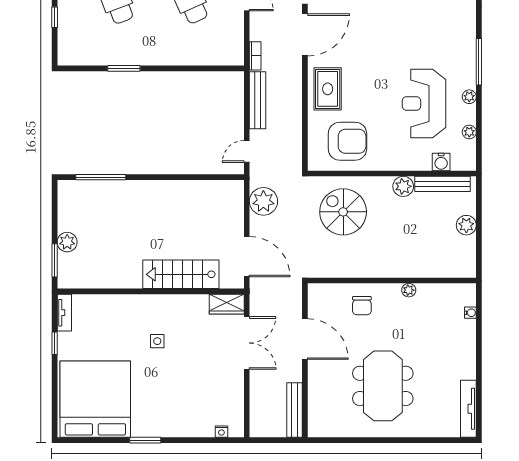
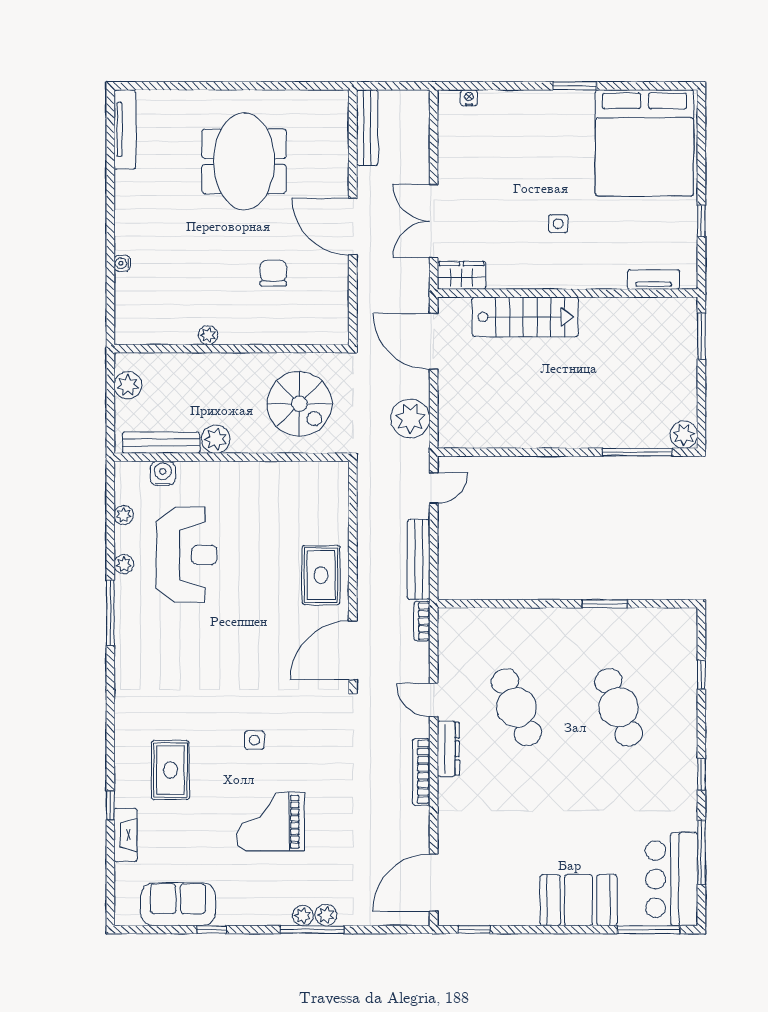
armchair: (347, 141) -> (293, 502), removed
plant: (67, 242) -> (684, 435), moved
wall: (392, 280) -> (232, 349), moved
plant: (409, 290) -> (208, 335), moved
tv unit: (64, 313) -> (653, 279), moved, turned 90

